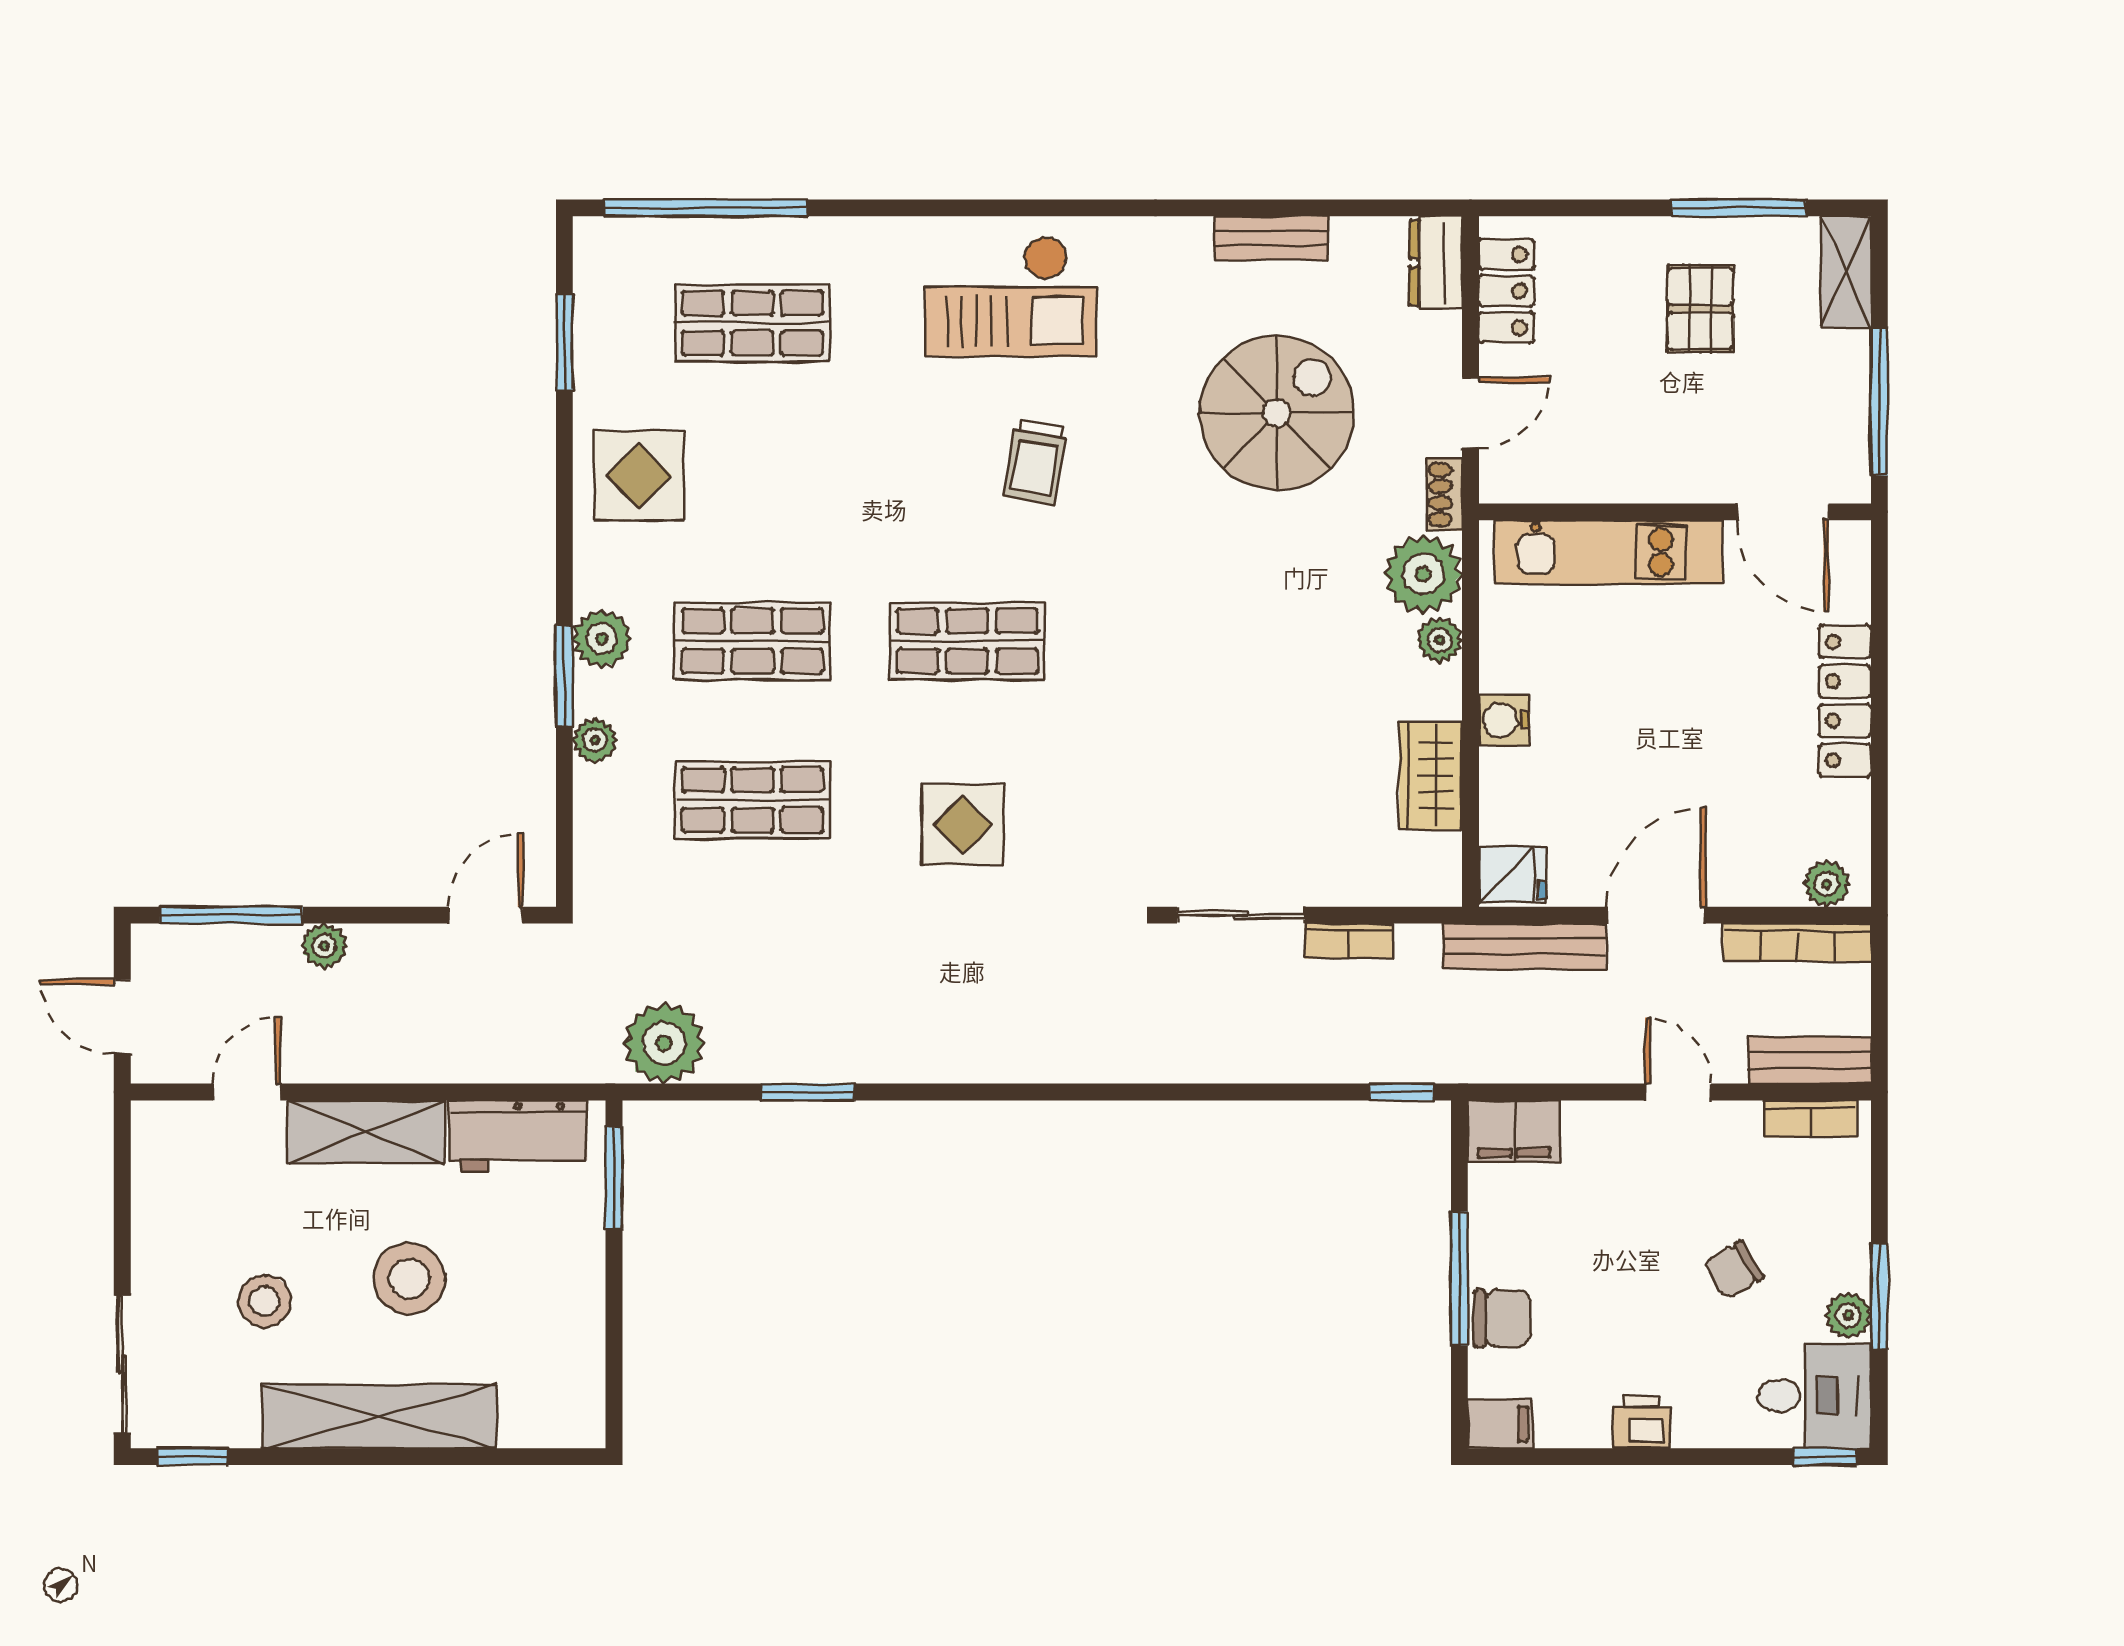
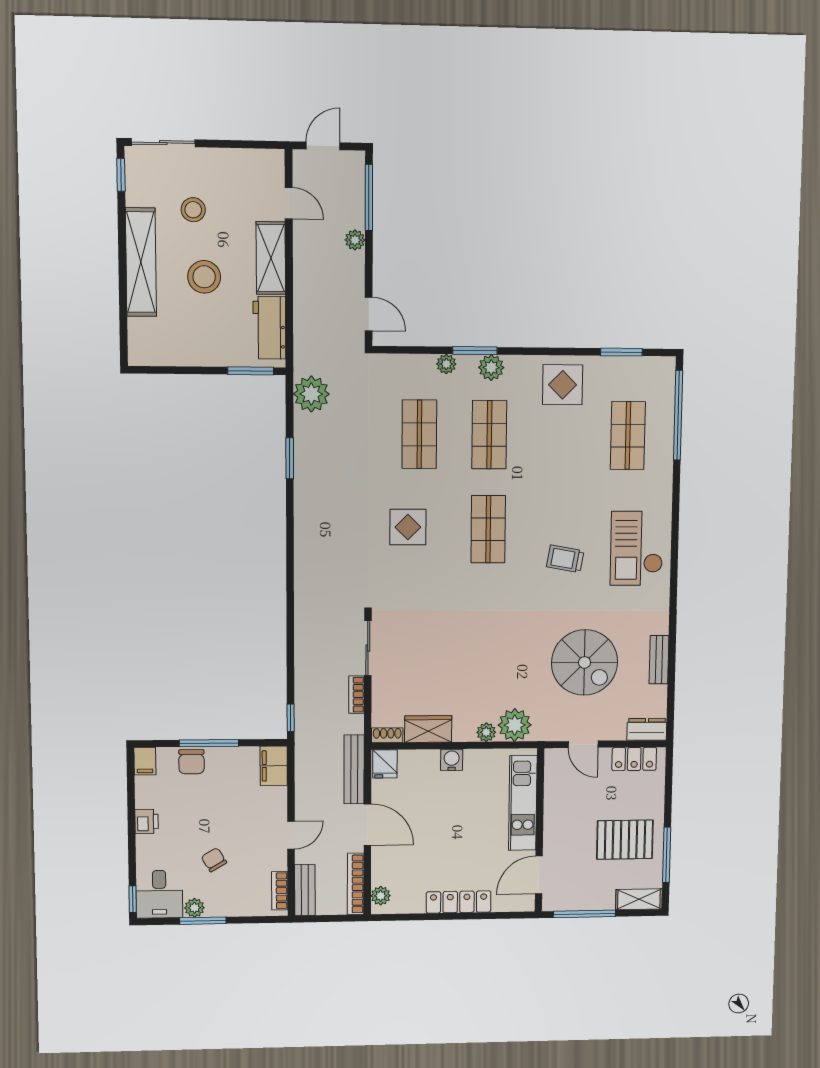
pallet: (1700, 309) -> (625, 840), width x1.50, depth x1.42
shoe rack: (1445, 495) -> (387, 735), moved

